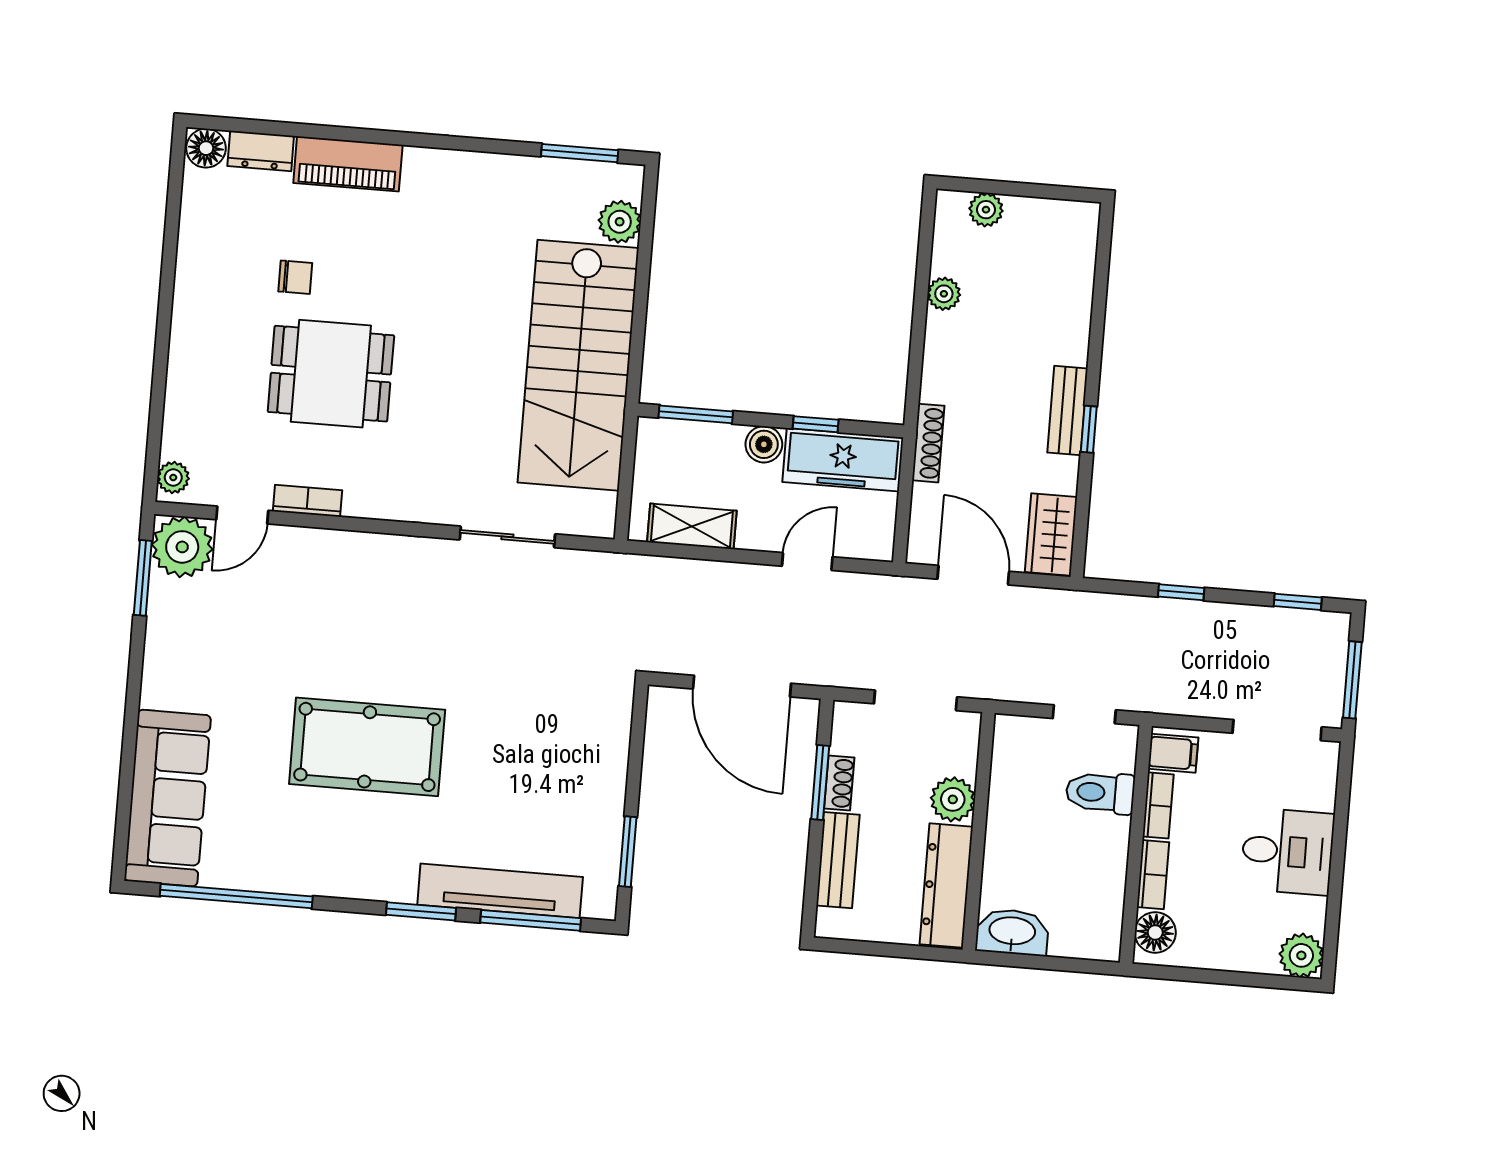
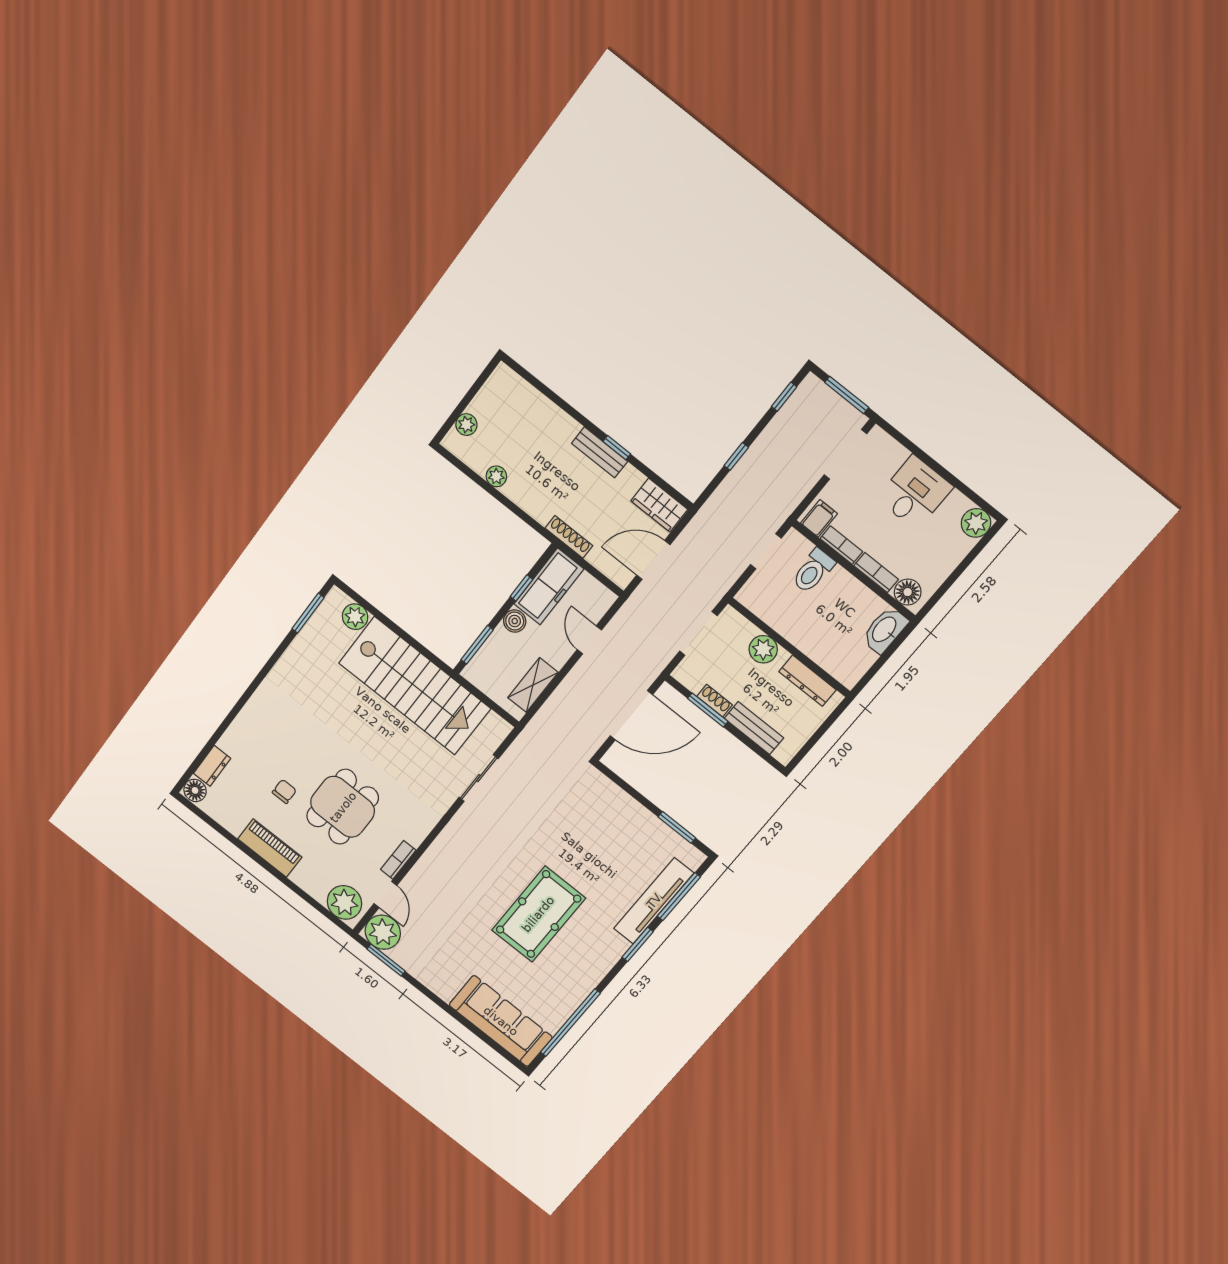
piano: (348, 164) -> (270, 848), moved, turned -90
plant: (173, 477) -> (344, 902), width x1.88, depth x1.88
dresser: (946, 885) -> (807, 681), width x0.73, depth x0.80
washbasin: (1012, 932) -> (885, 630), moved

